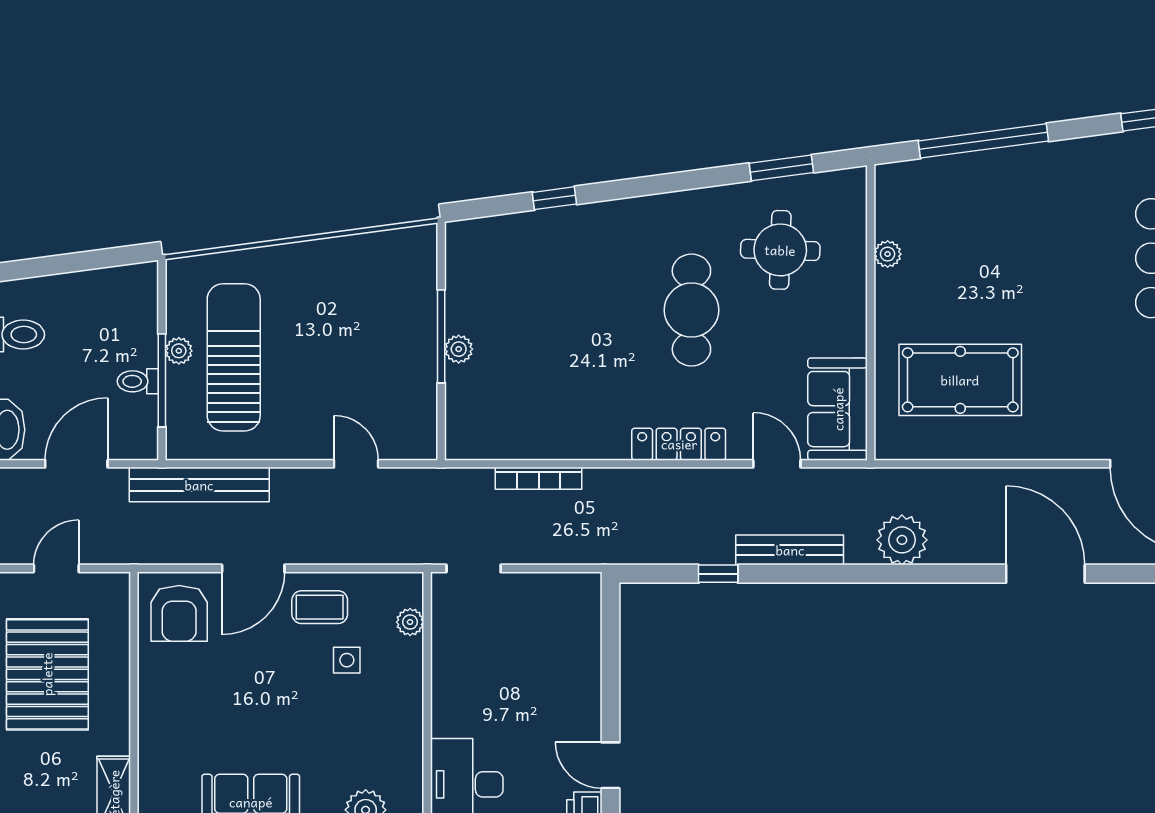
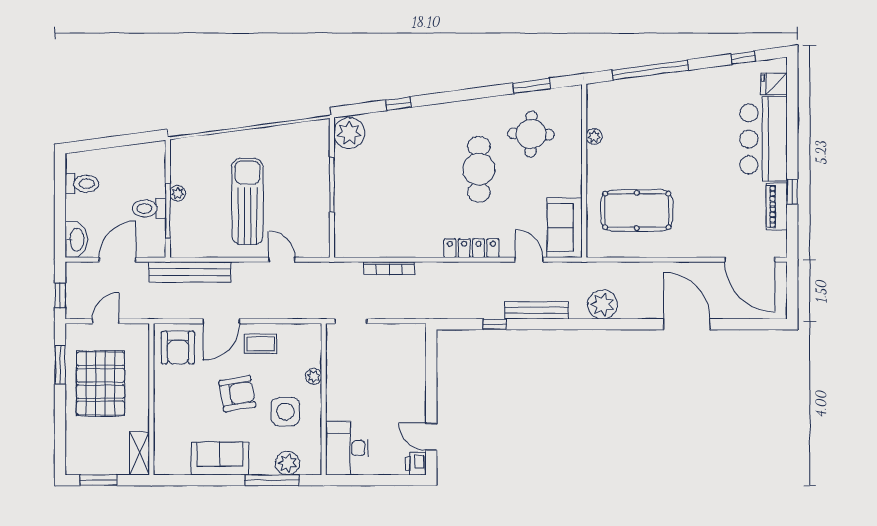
plant: (459, 349) -> (349, 133), moved, width x1.87, depth x1.87
sun lounger: (234, 357) -> (247, 201), moved
toilet: (138, 381) -> (149, 208), width x1.37, depth x1.39
plant: (410, 622) -> (314, 376), moved
side table: (347, 660) -> (285, 412), moved, width x1.87, depth x1.87
armchair: (280, 692) -> (237, 394), added

